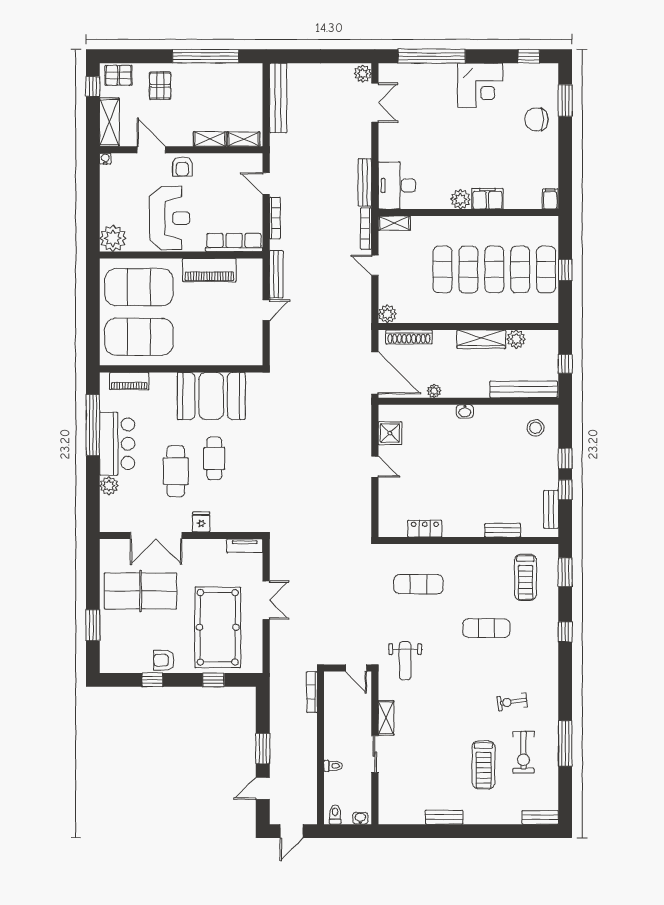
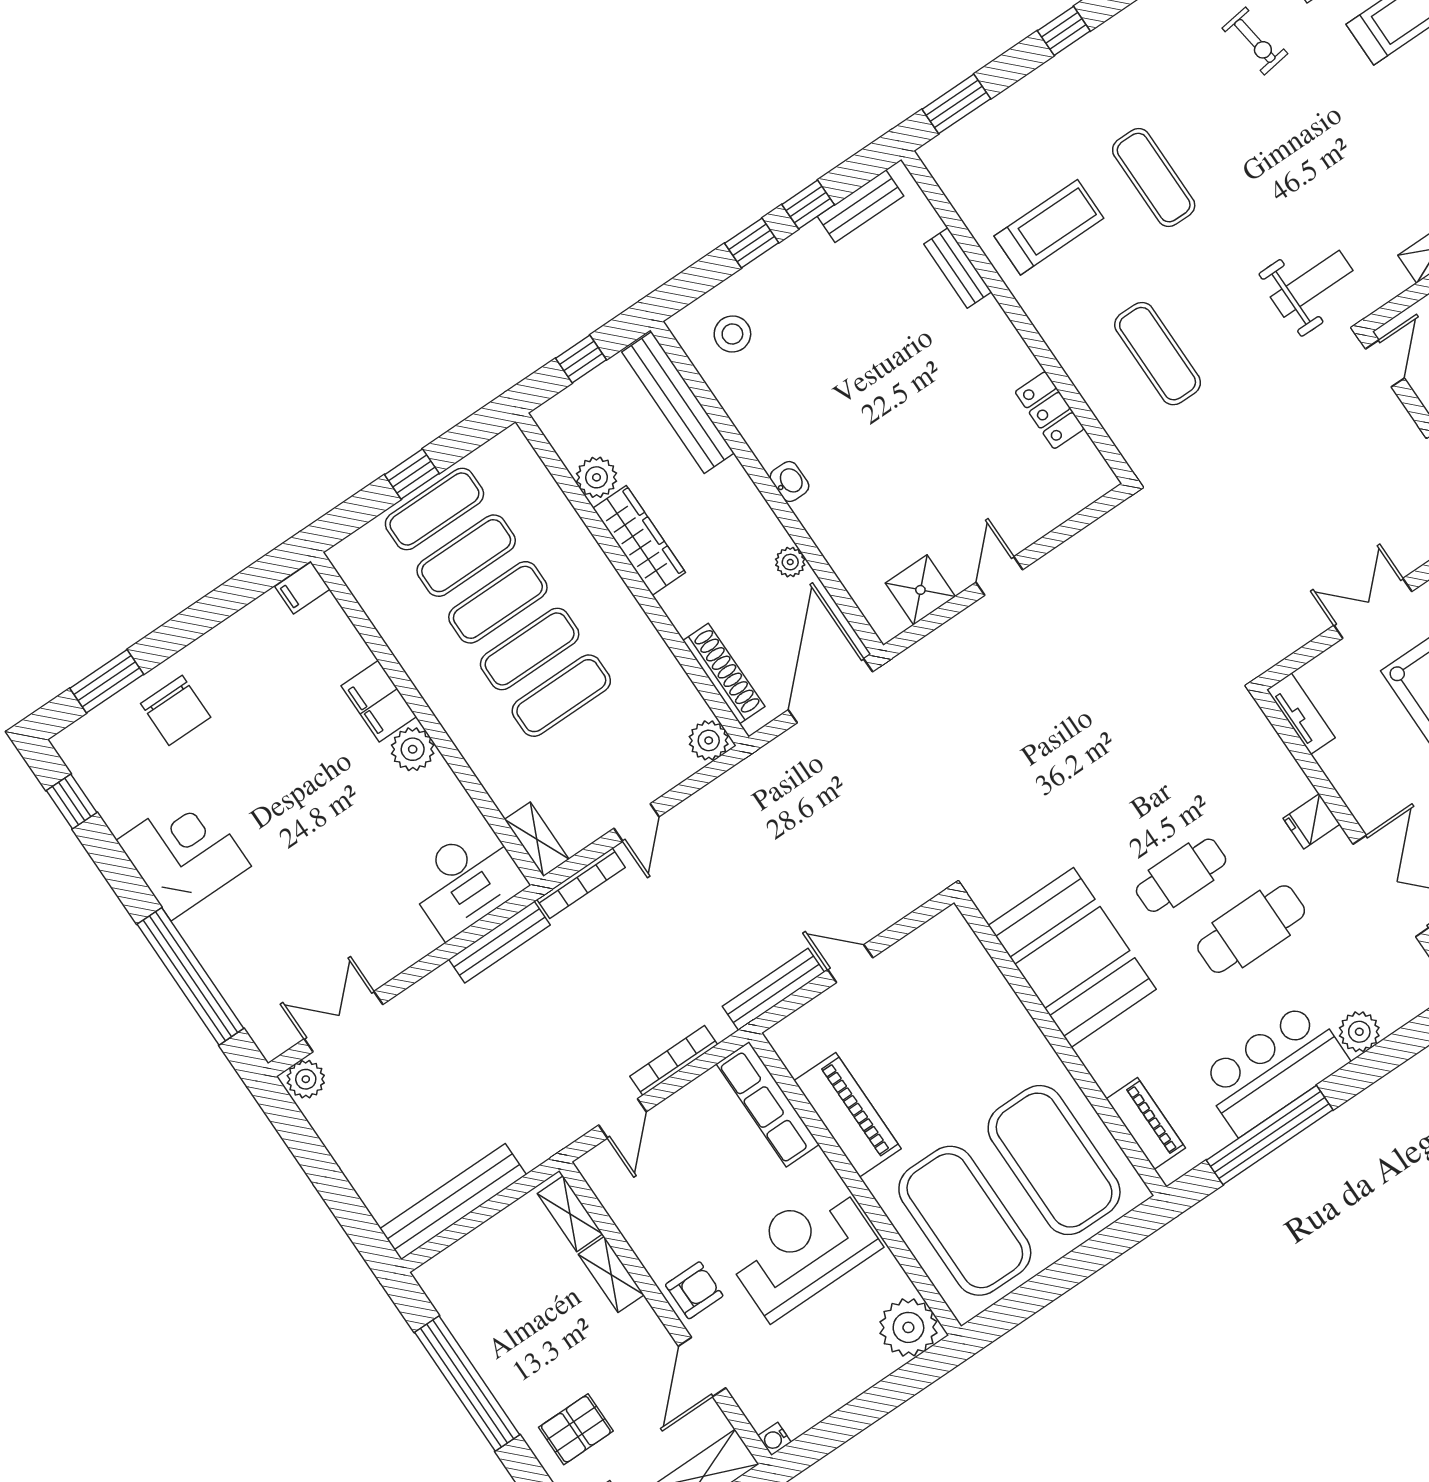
treadmill: (525, 577) -> (1049, 227), moved

